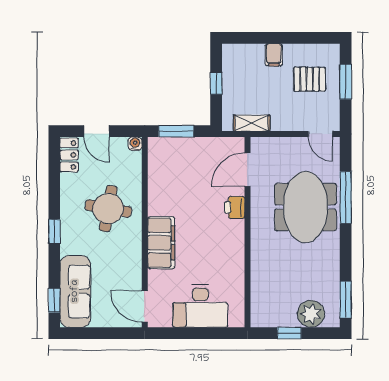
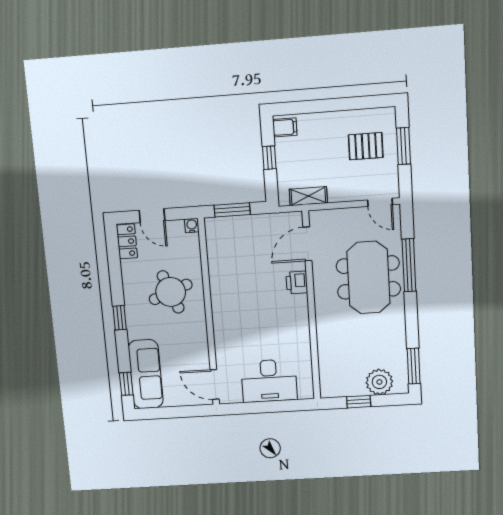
filing cabinet: (274, 55) -> (285, 127), moved, turned -90
round table: (108, 209) -> (171, 292), turned -31
filing cabinet: (161, 243) -> (226, 322), removed

